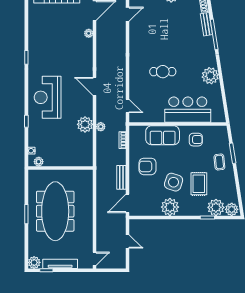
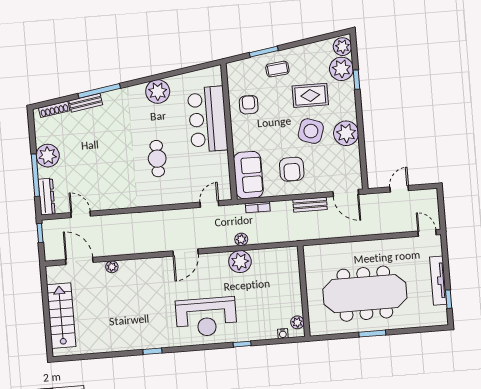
sofa: (163, 135) -> (248, 175), moved
plant: (34, 262) -> (439, 317), removed

